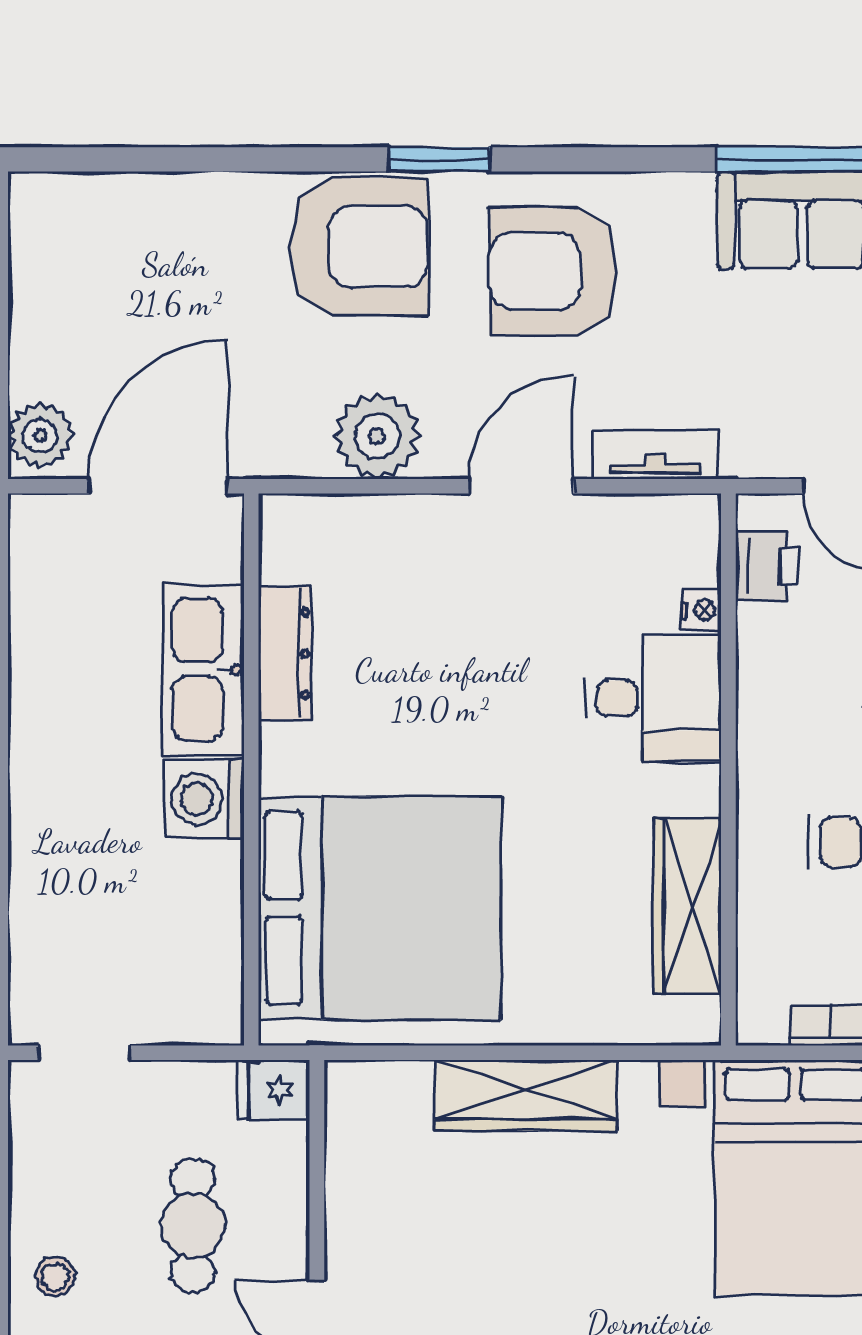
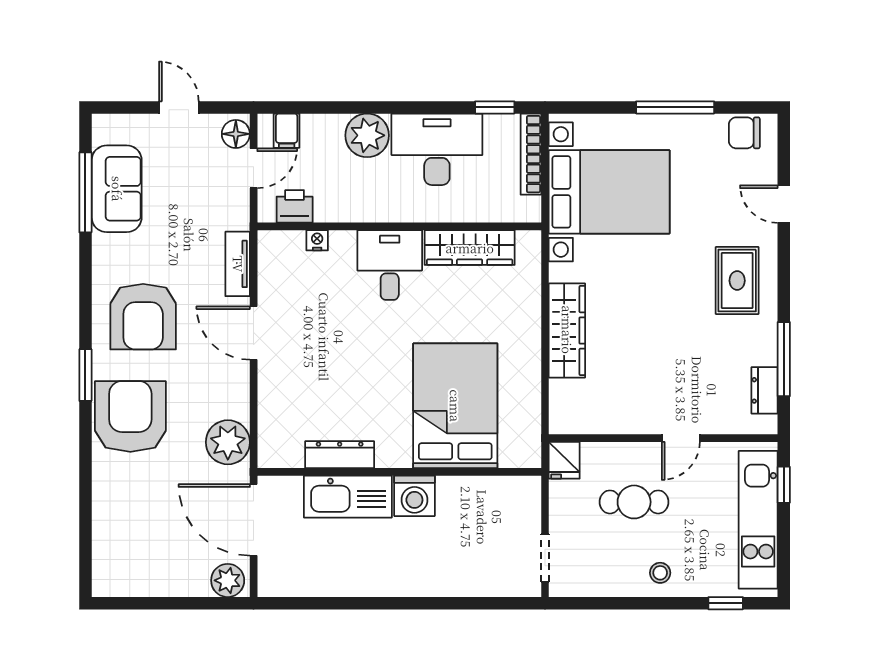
plant: (377, 436) -> (228, 442), moved
desk: (653, 698) -> (390, 265), moved
bed: (380, 908) -> (455, 406), width x0.73

